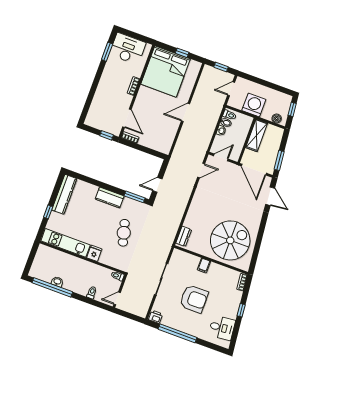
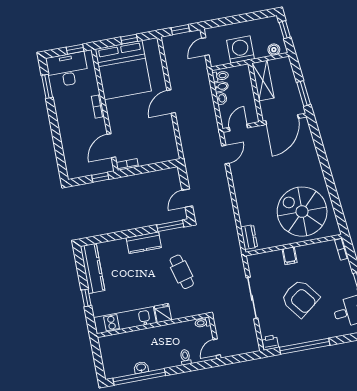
window: (141, 38) -> (75, 49), added
door: (127, 118) -> (111, 146), swing flipped
door: (254, 170) -> (282, 120), hinge flipped
door: (270, 196) -> (317, 138), removed
spiral stairs: (230, 240) -> (302, 212), turned -90
armchair: (194, 299) -> (300, 298), turned 52

